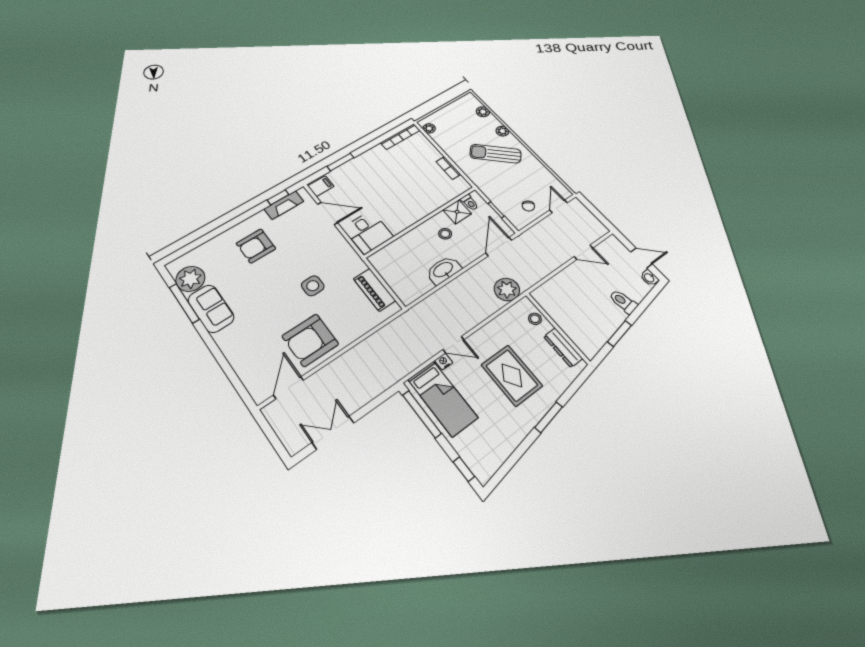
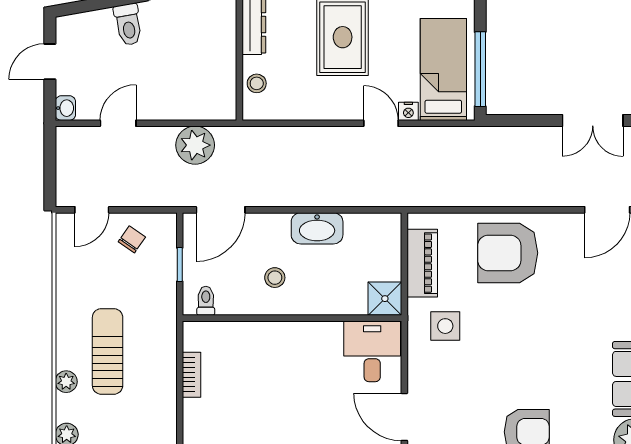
sun lounger: (495, 154) -> (108, 351), turned -133
shower: (457, 212) -> (385, 299), moved
door: (583, 252) -> (118, 123), hinge flipped
door: (641, 258) -> (50, 62), hinge flipped
washbasin: (649, 278) -> (65, 108), moved
side table: (313, 286) -> (445, 326), moved
plant: (507, 289) -> (195, 145), moved
armchair: (310, 340) -> (508, 253), moved, turned 180

